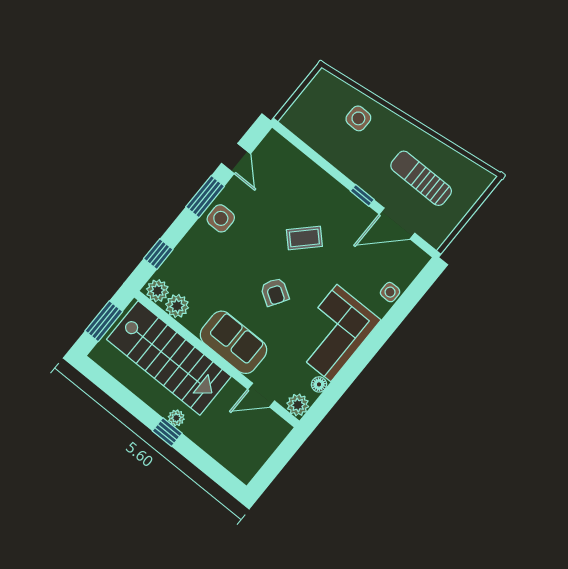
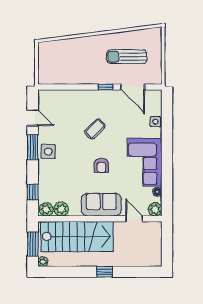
side table: (358, 118) -> (75, 53), removed
door: (397, 224) -> (133, 87), hinge flipped
armchair: (275, 292) -> (101, 165), turned 58
door: (261, 395) -> (134, 219), swing flipped
plant: (176, 418) -> (43, 262), moved

